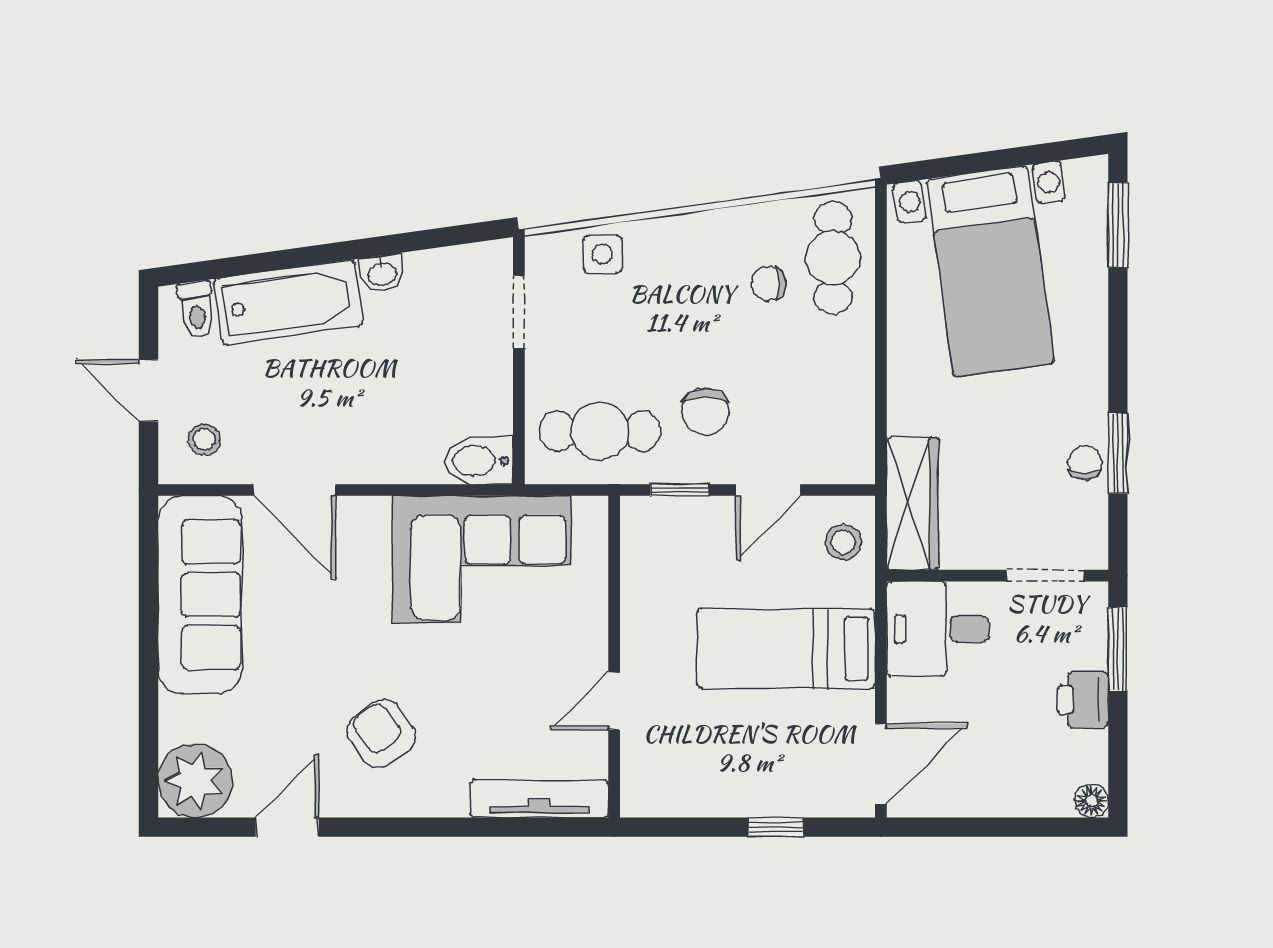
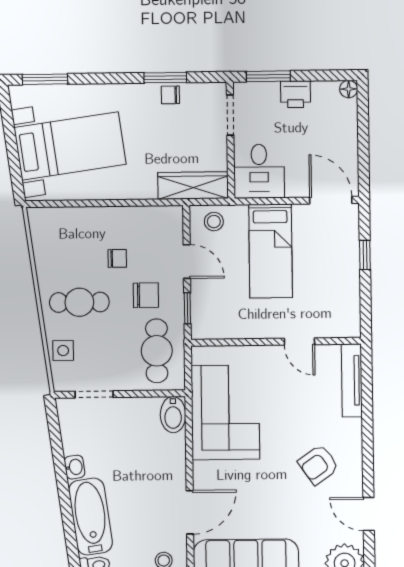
cafe table: (833, 258) -> (79, 302), moved
chair: (769, 283) -> (117, 258), moved, turned -90

